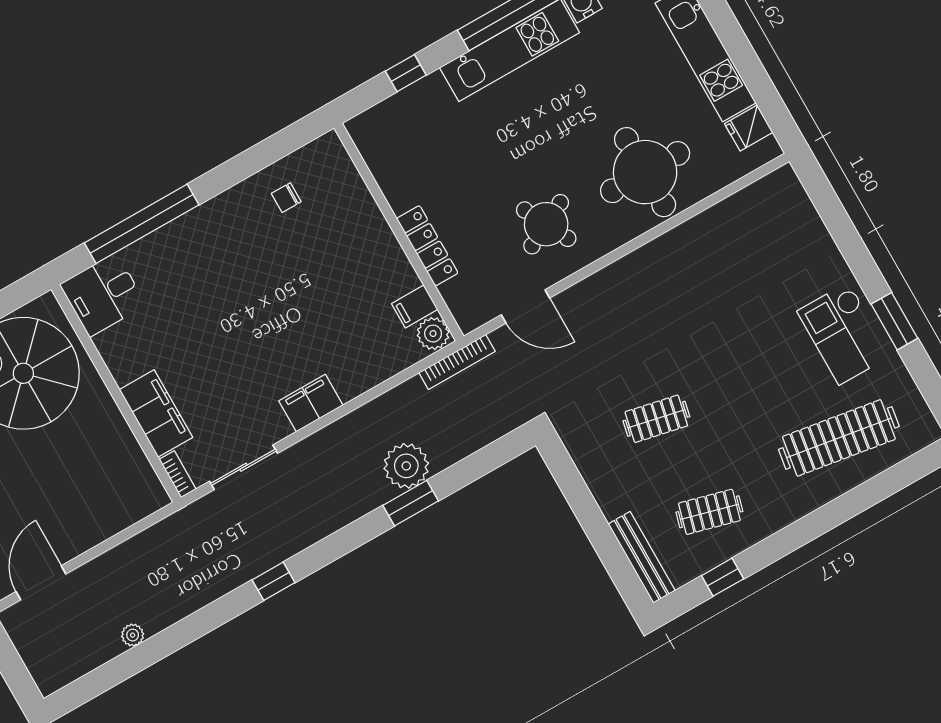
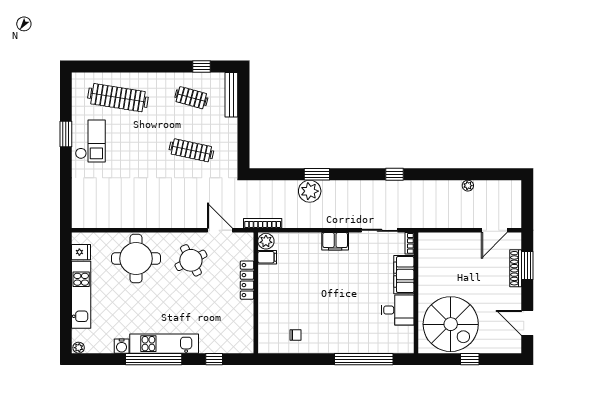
desk: (103, 295) -> (398, 310), moved
clothes rail: (656, 419) -> (191, 150), width x1.36

